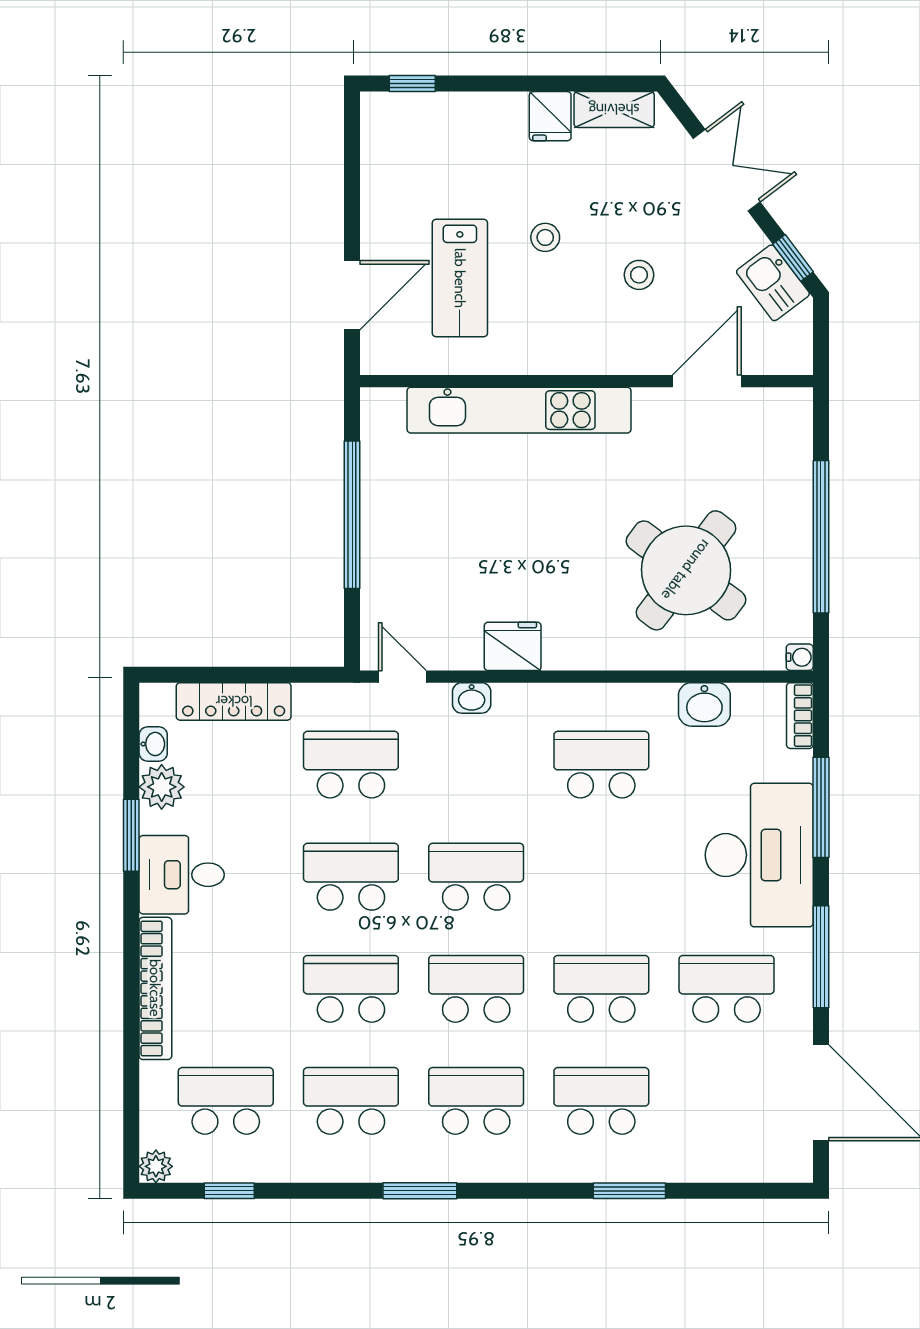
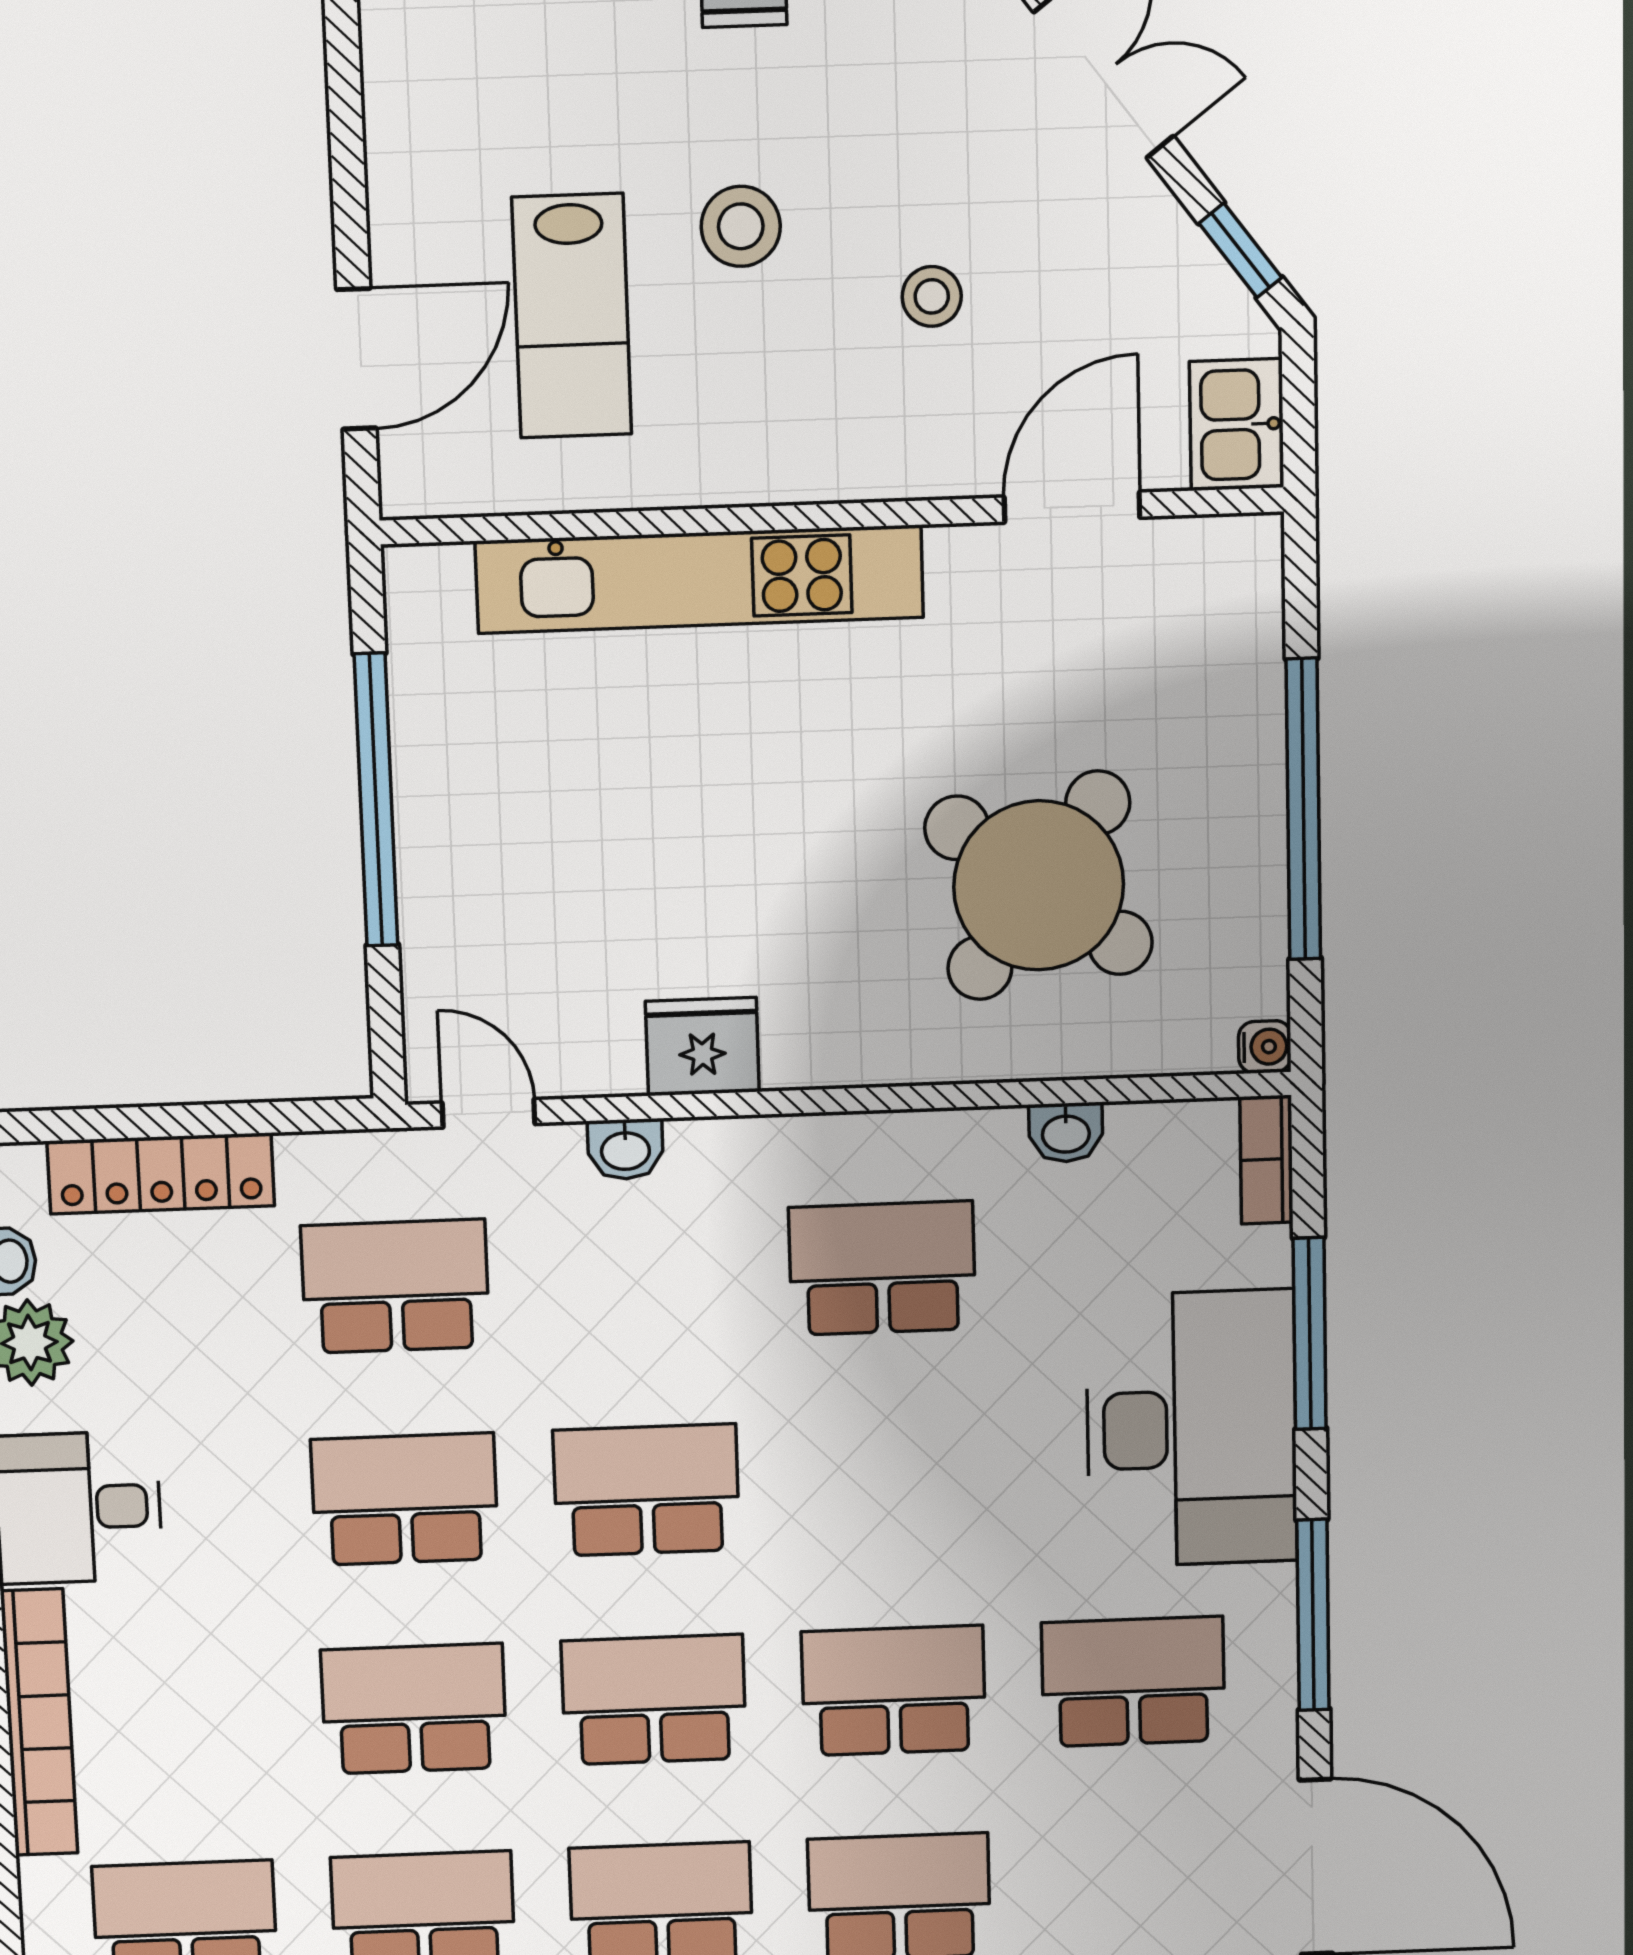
stool: (545, 237) -> (741, 226), width x1.37, depth x1.37
kitchen sink: (773, 283) -> (1237, 425), moved, turned 37
washbasin: (704, 704) -> (1066, 1132), width x0.72, depth x0.69

